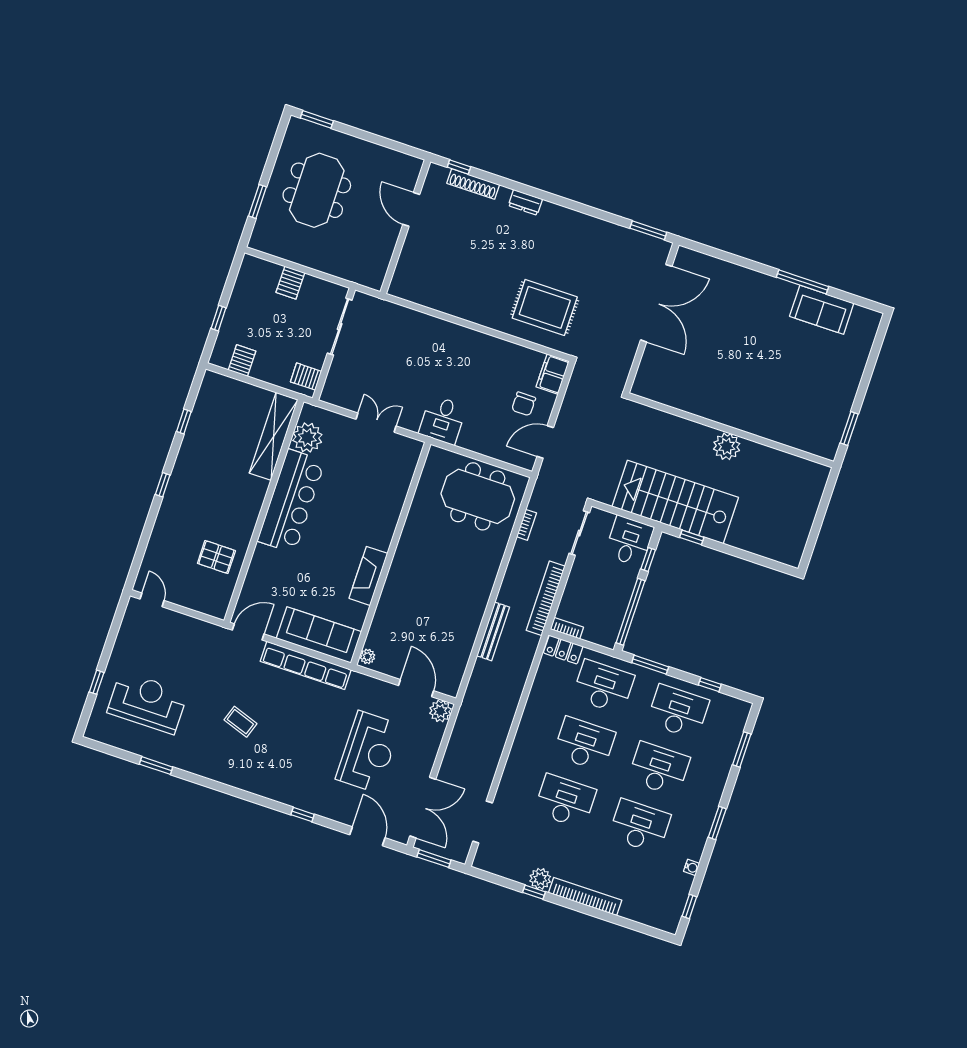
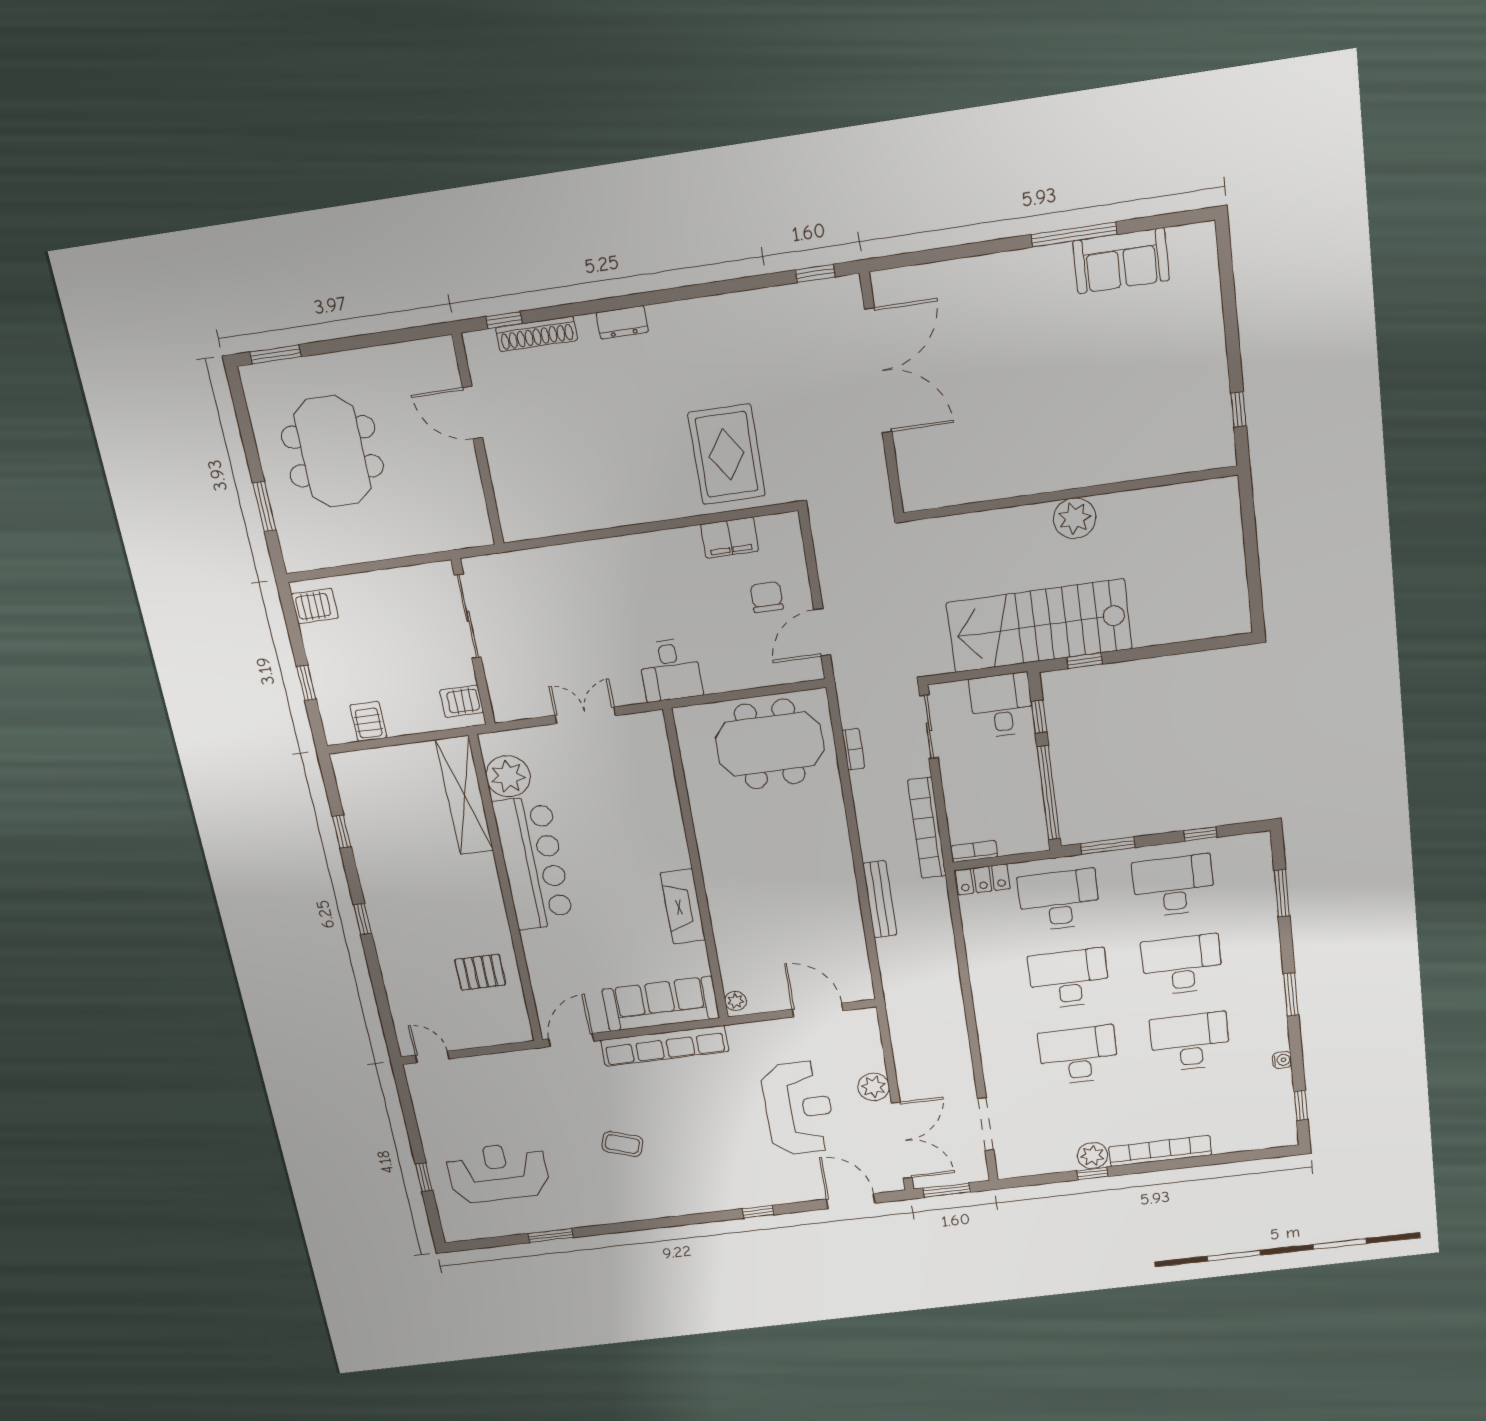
window: (648, 230) -> (815, 273), width x0.67
server rack: (290, 283) -> (315, 606), moved, turned -90
rug: (545, 307) -> (727, 454), turned 90
filing cabinet: (553, 374) -> (729, 538), moved, turned -90
chair: (524, 404) -> (767, 597), turned 180
window: (849, 429) -> (1239, 409), width x0.67
plant: (440, 711) -> (874, 1087), moved

